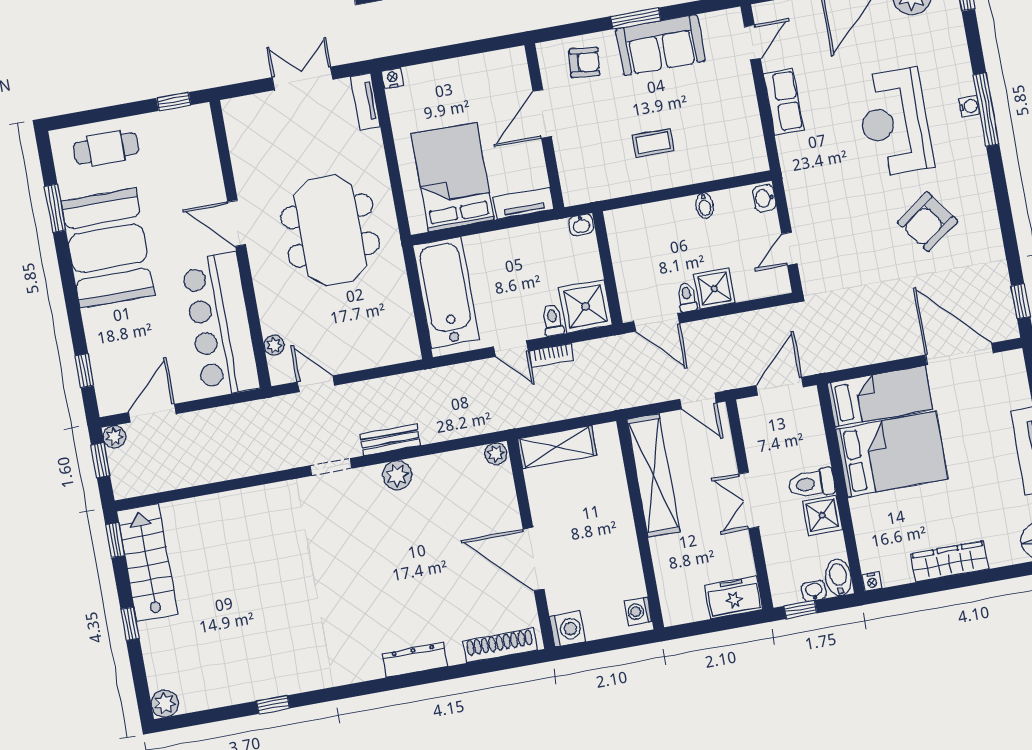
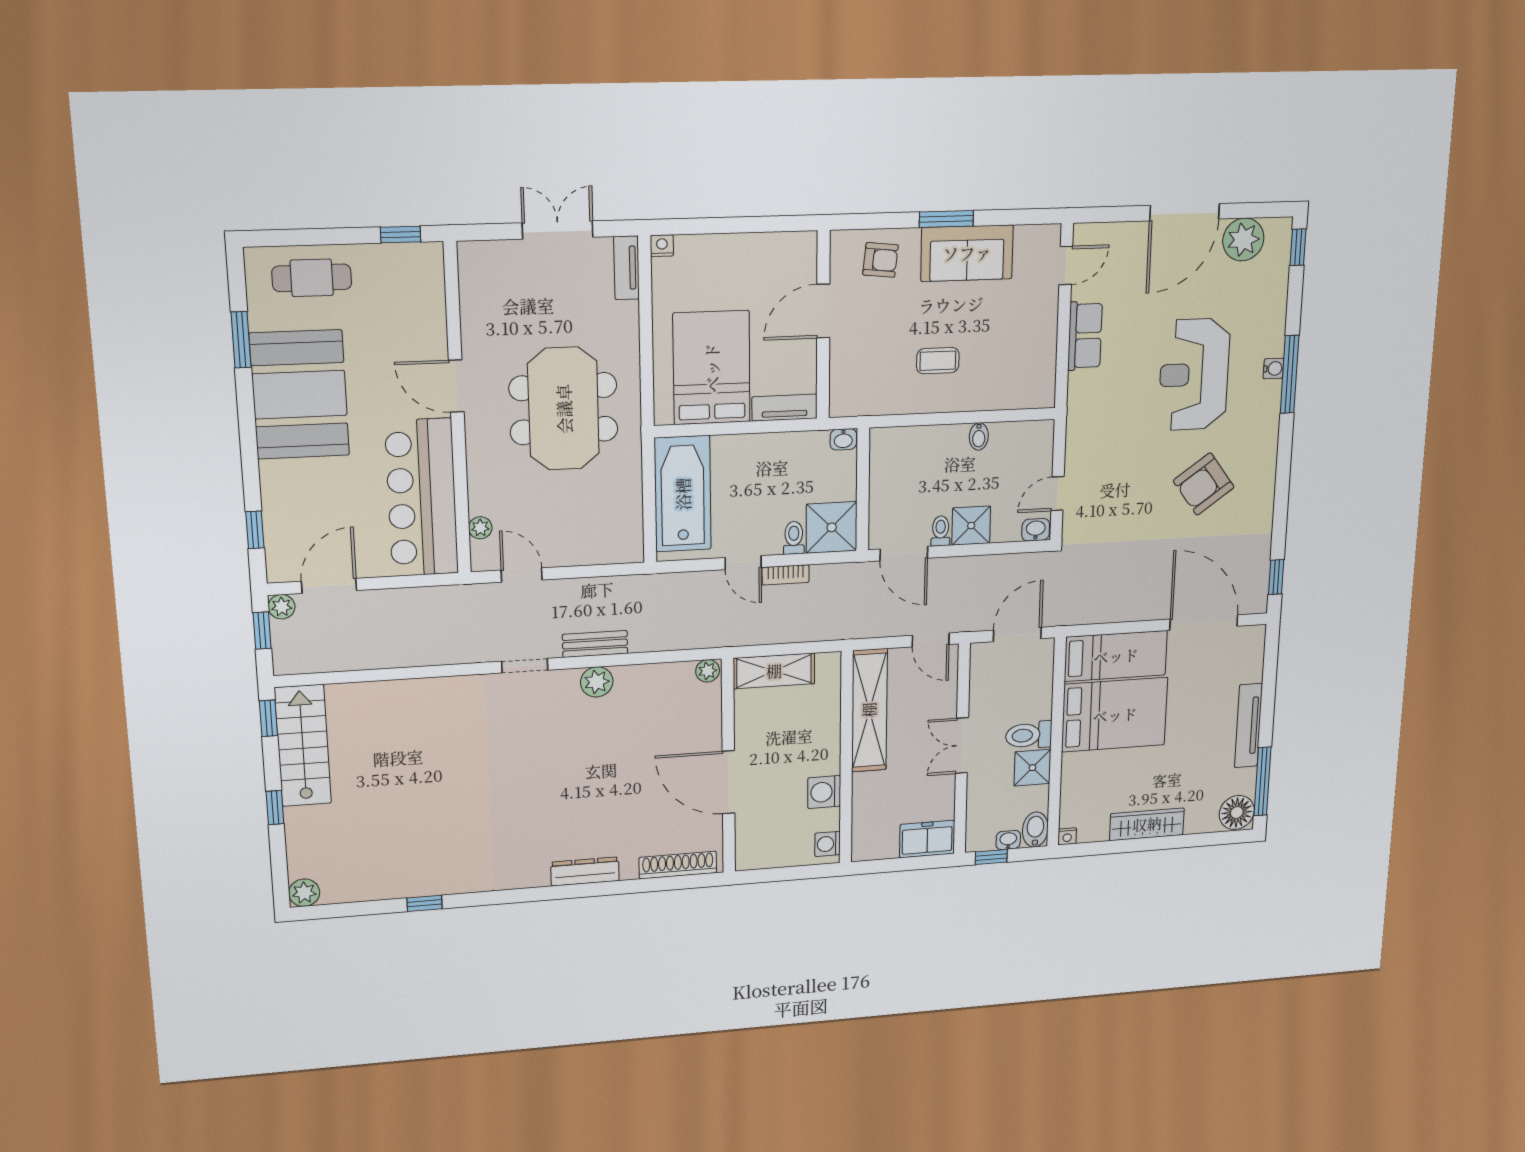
washbasin: (764, 198) -> (1036, 530), moved, turned 90
washing machine: (567, 629) -> (824, 792), moved, turned 180

